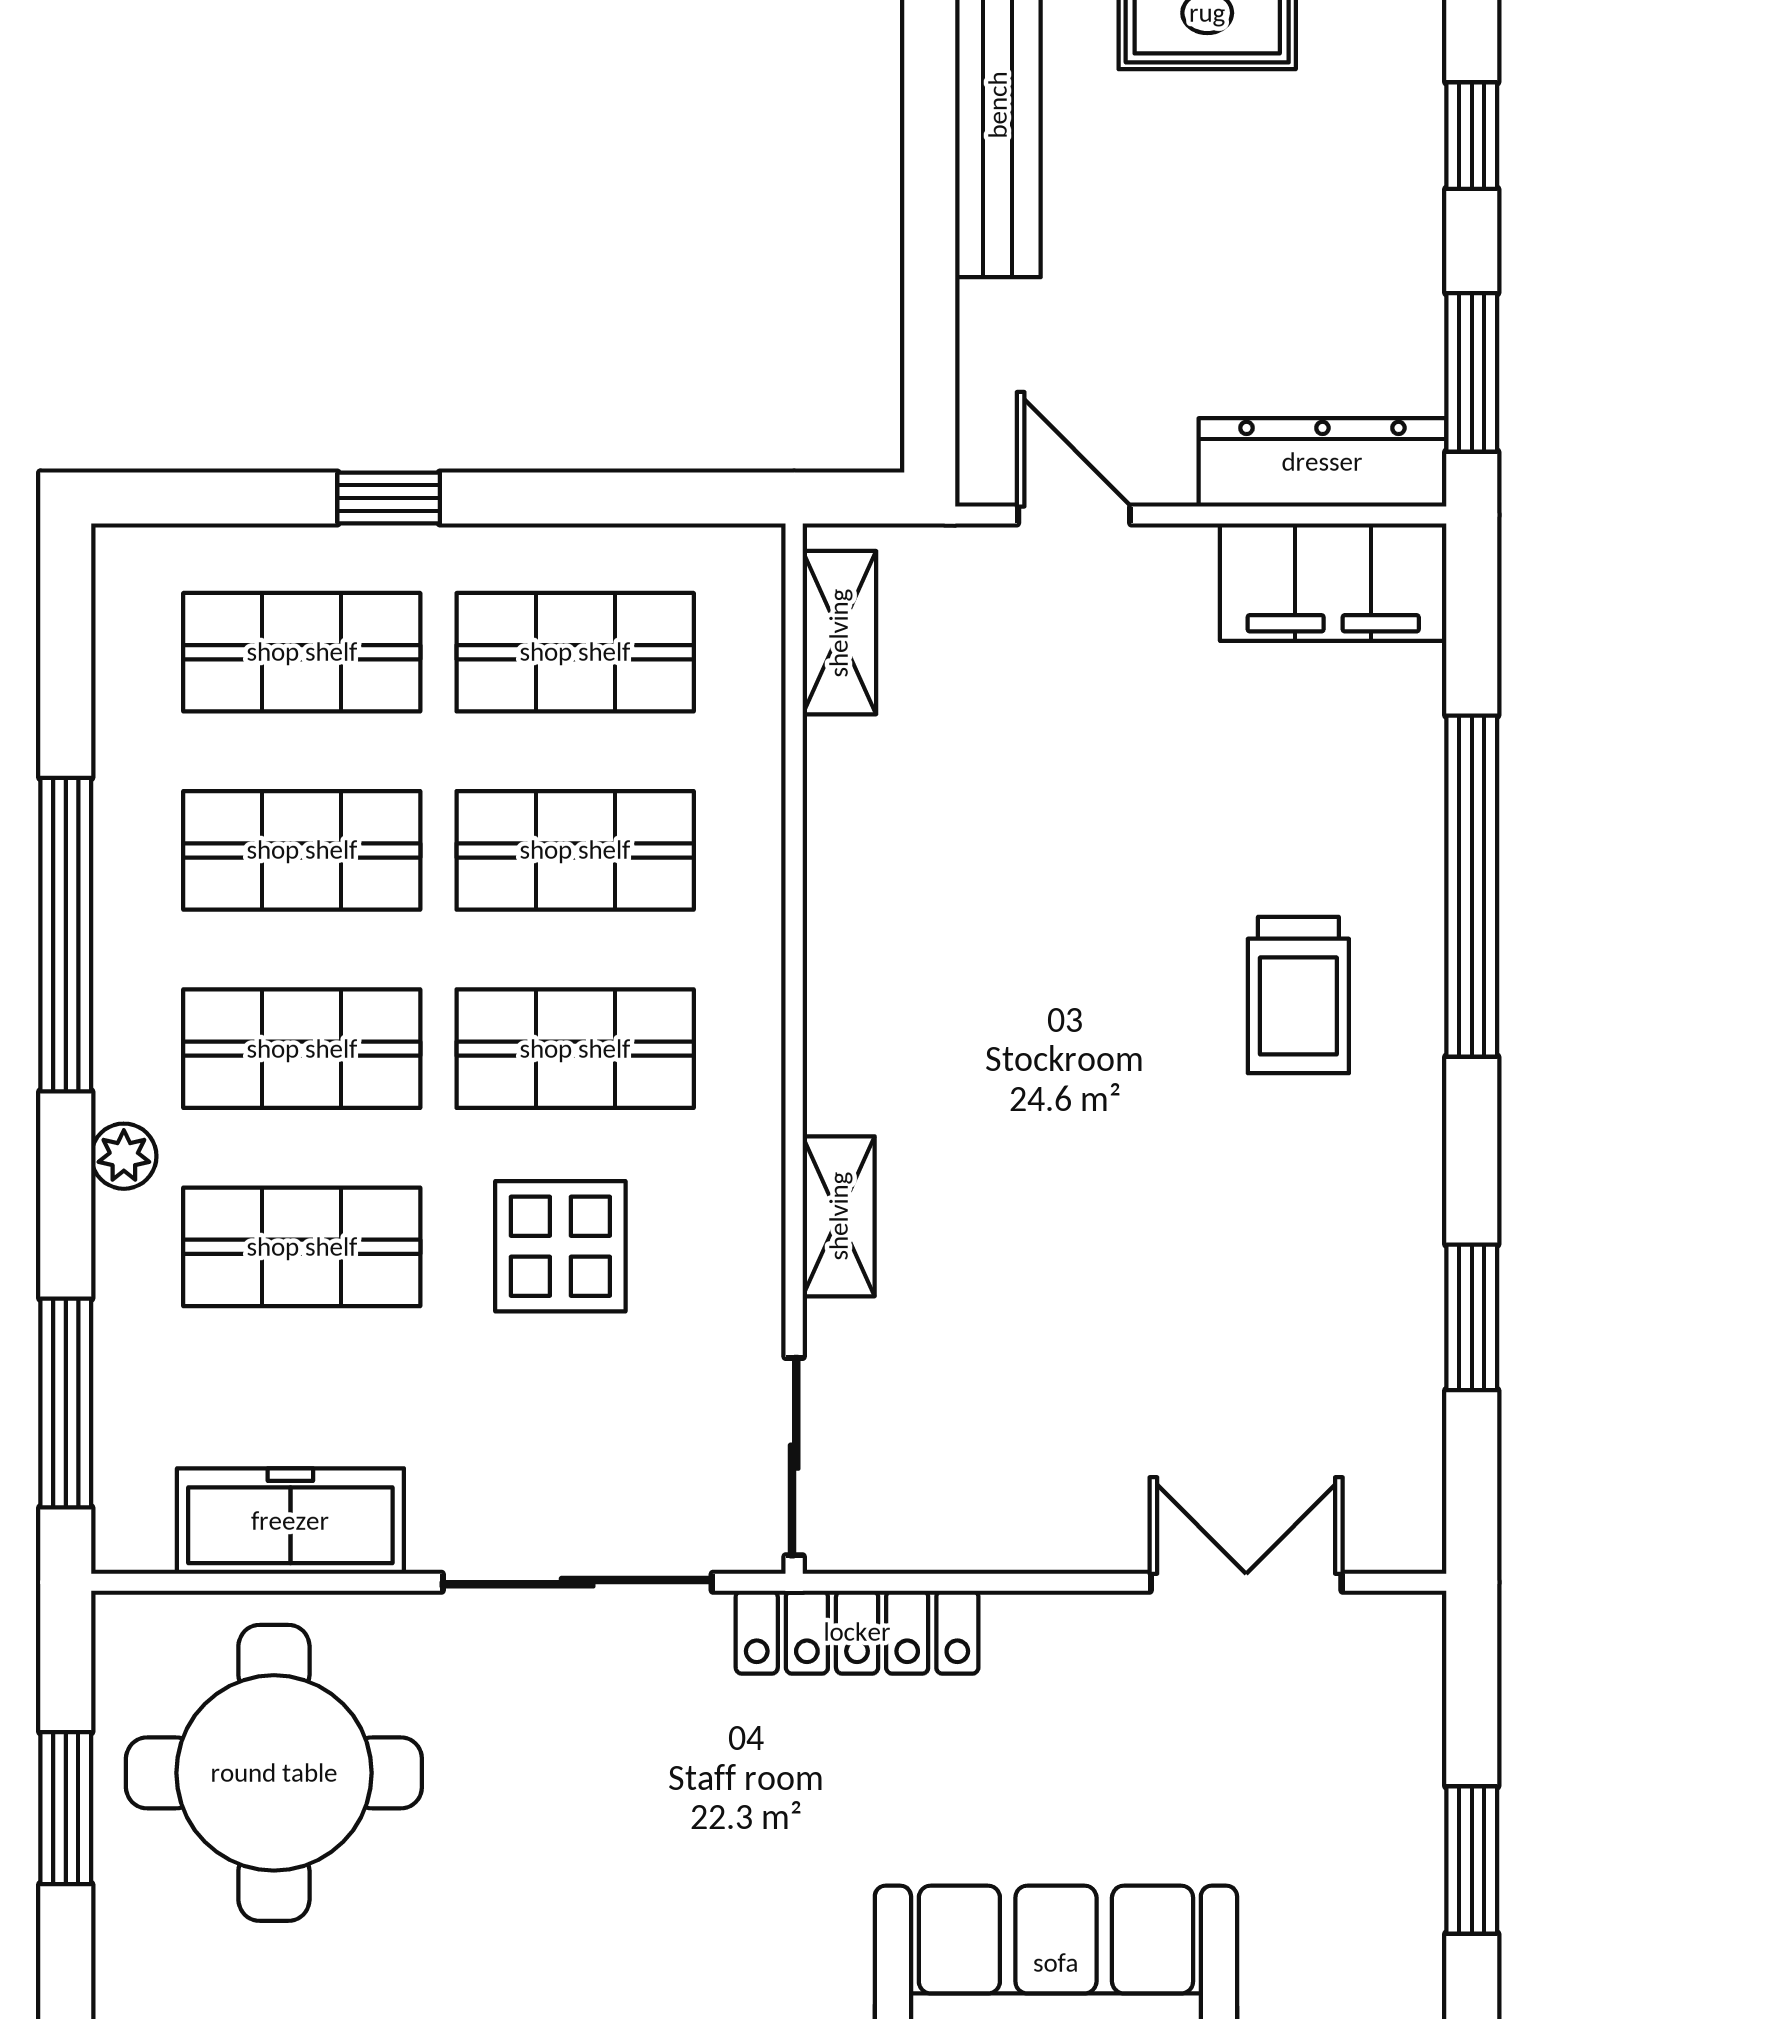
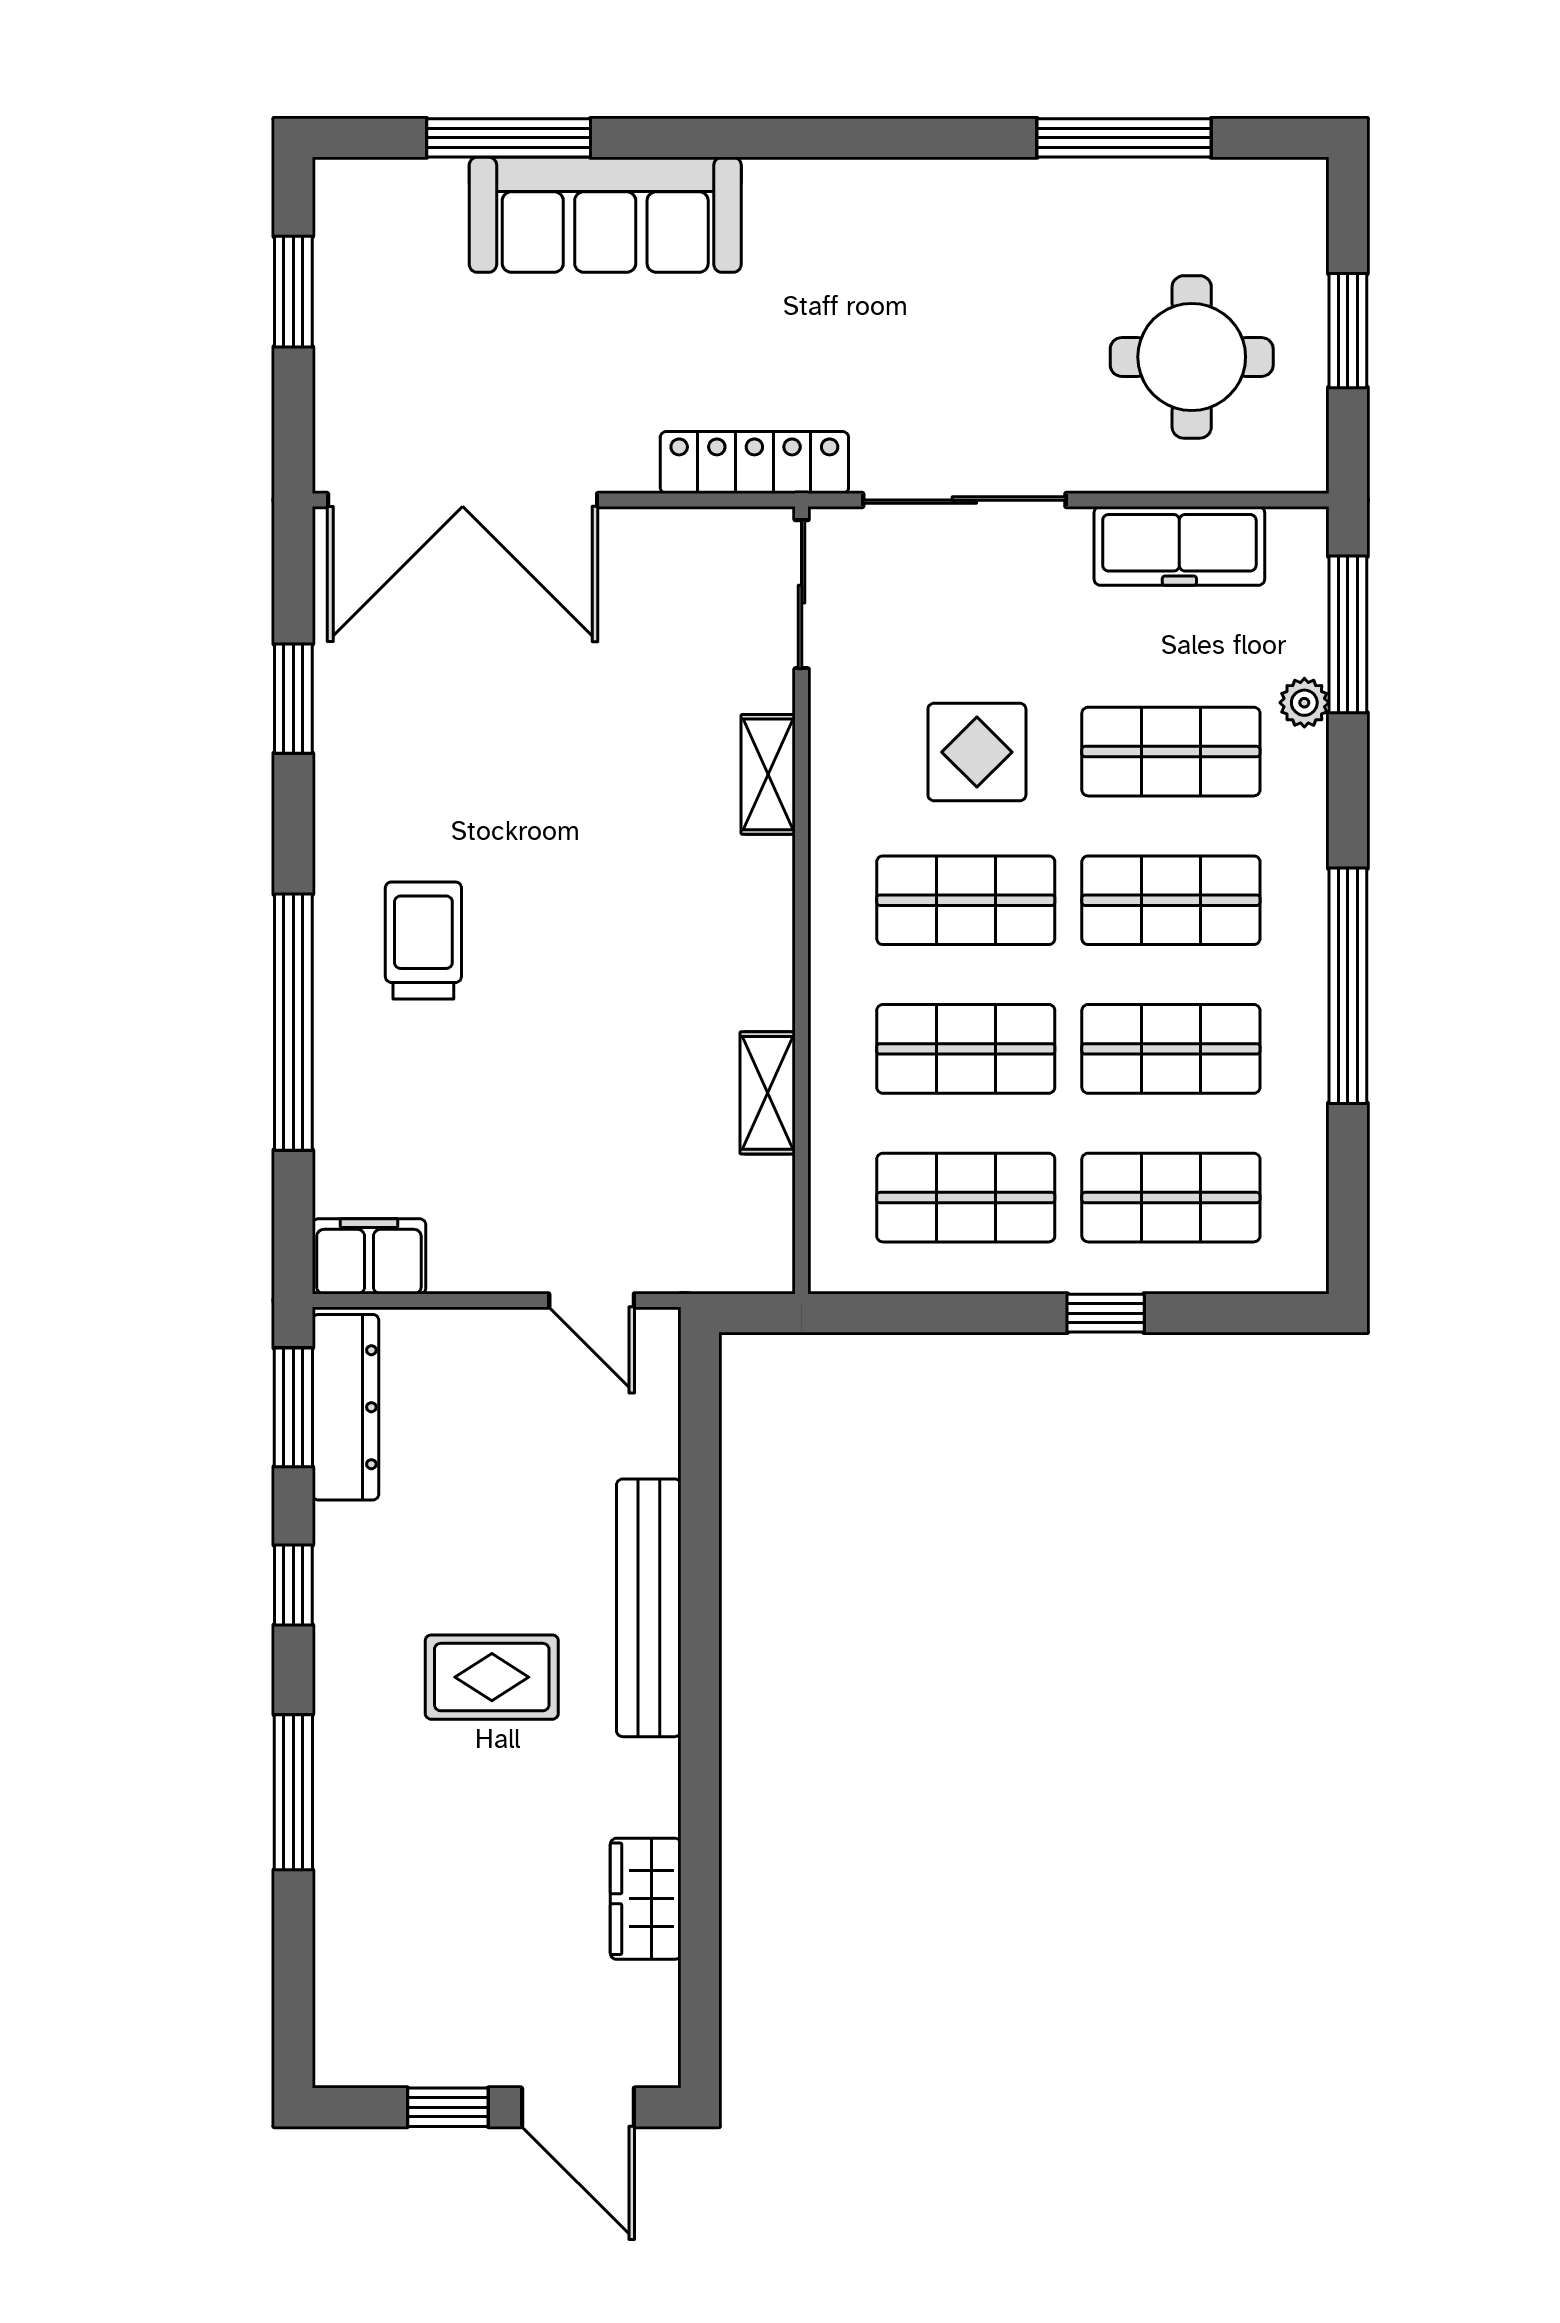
dresser: (1322, 462) -> (346, 1407), moved, turned -90
filing cabinet: (1333, 582) -> (369, 1256), width x0.67, depth x0.86
shelving: (839, 633) -> (768, 1093), moved
plant: (124, 1156) -> (1304, 703), moved
double door: (1246, 1582) -> (463, 500), width x1.87
round table: (274, 1773) -> (1192, 357), width x0.73, depth x0.73

